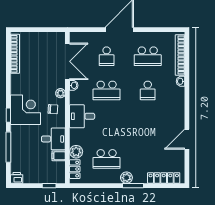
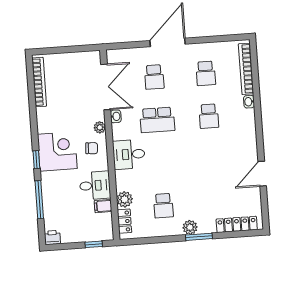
school desk: (148, 56) -> (206, 73), width x0.54
school desk: (107, 159) -> (163, 206), width x0.54

